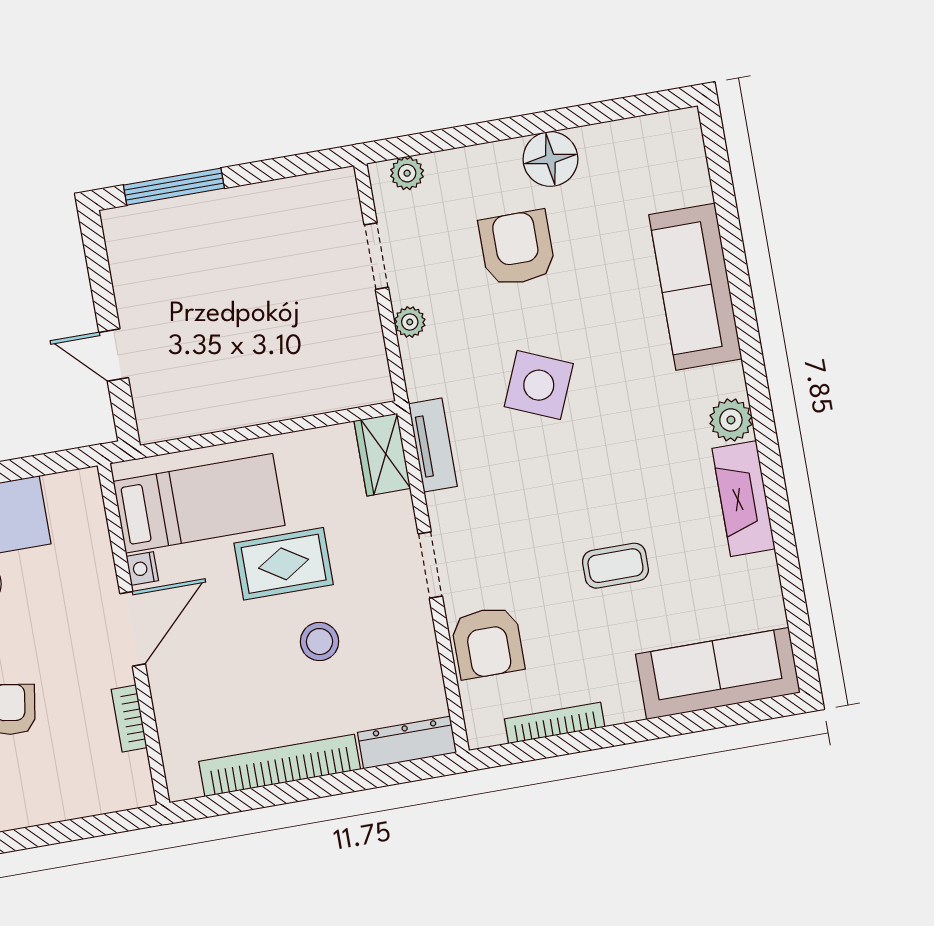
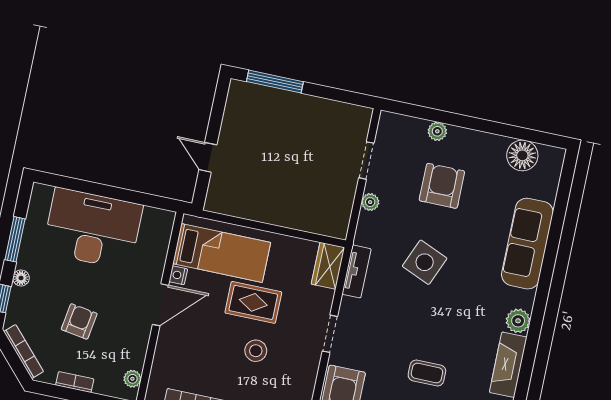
floor lamp: (550, 159) -> (522, 155), moved
plant: (407, 173) -> (437, 131), moved
bookcase: (129, 719) -> (75, 382), moved, turned 90
plant: (135, 769) -> (132, 379), added

